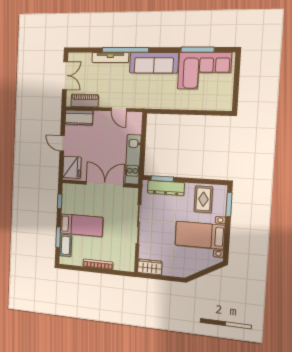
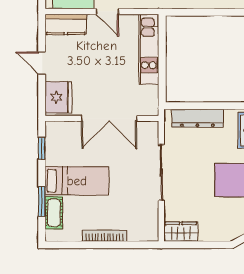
door: (119, 110) -> (107, 11), moved
kitchen unit: (133, 159) -> (149, 49), moved
window: (162, 179) -> (192, 106), removed
double door: (105, 184) -> (109, 118), swing flipped

